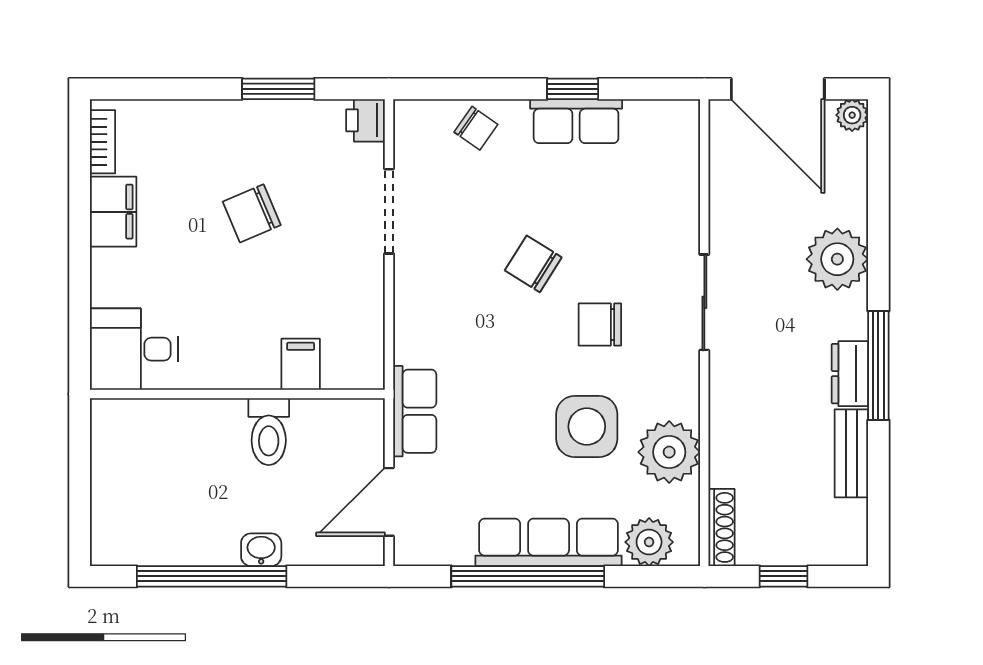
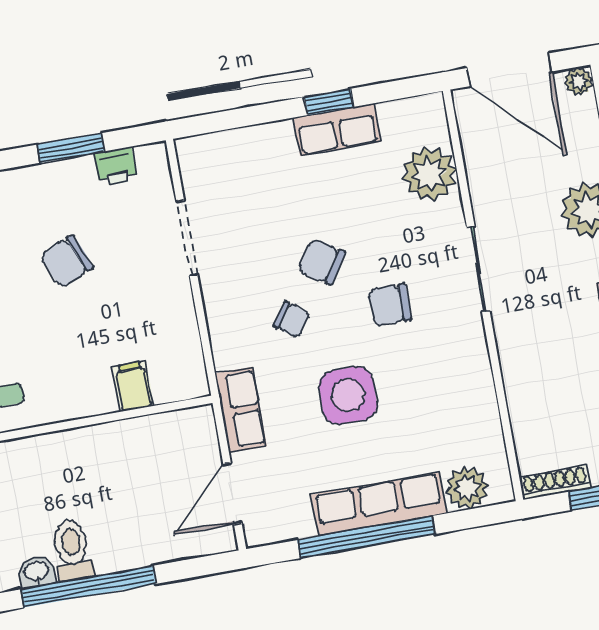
printer: (366, 120) -> (116, 167), moved, turned -90
chair: (476, 128) -> (291, 320), moved
side table: (587, 427) -> (348, 395), moved
toilet: (269, 432) -> (72, 550), moved, turned 180
plant: (669, 452) -> (430, 174), moved
shoe rack: (722, 527) -> (555, 482), moved, turned -90
washbasin: (261, 550) -> (36, 572), moved

